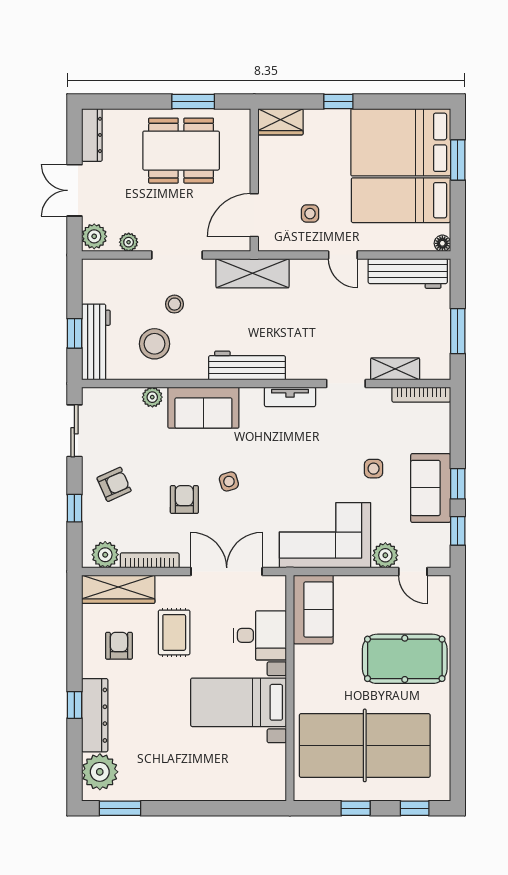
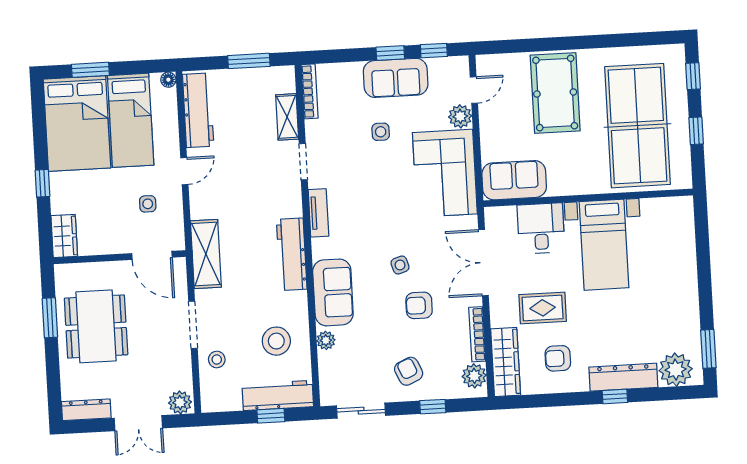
plant: (129, 242) -> (184, 370), removed
stool: (174, 304) -> (217, 360), moved

